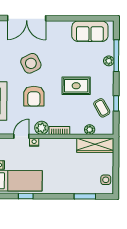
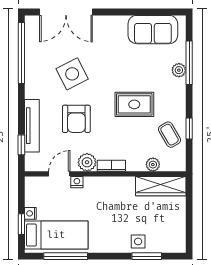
side table: (106, 180) -> (138, 241), moved
window: (26, 196) -> (66, 256), width x2.17

